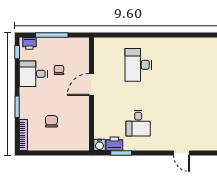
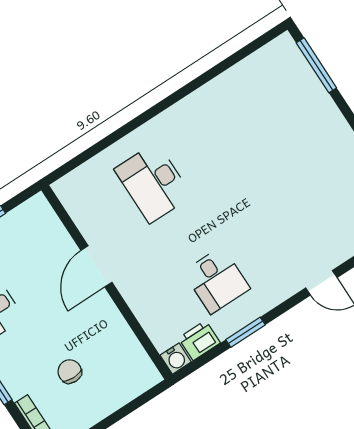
chair: (59, 70) -> (26, 277), removed
window: (121, 153) -> (245, 332), moved

